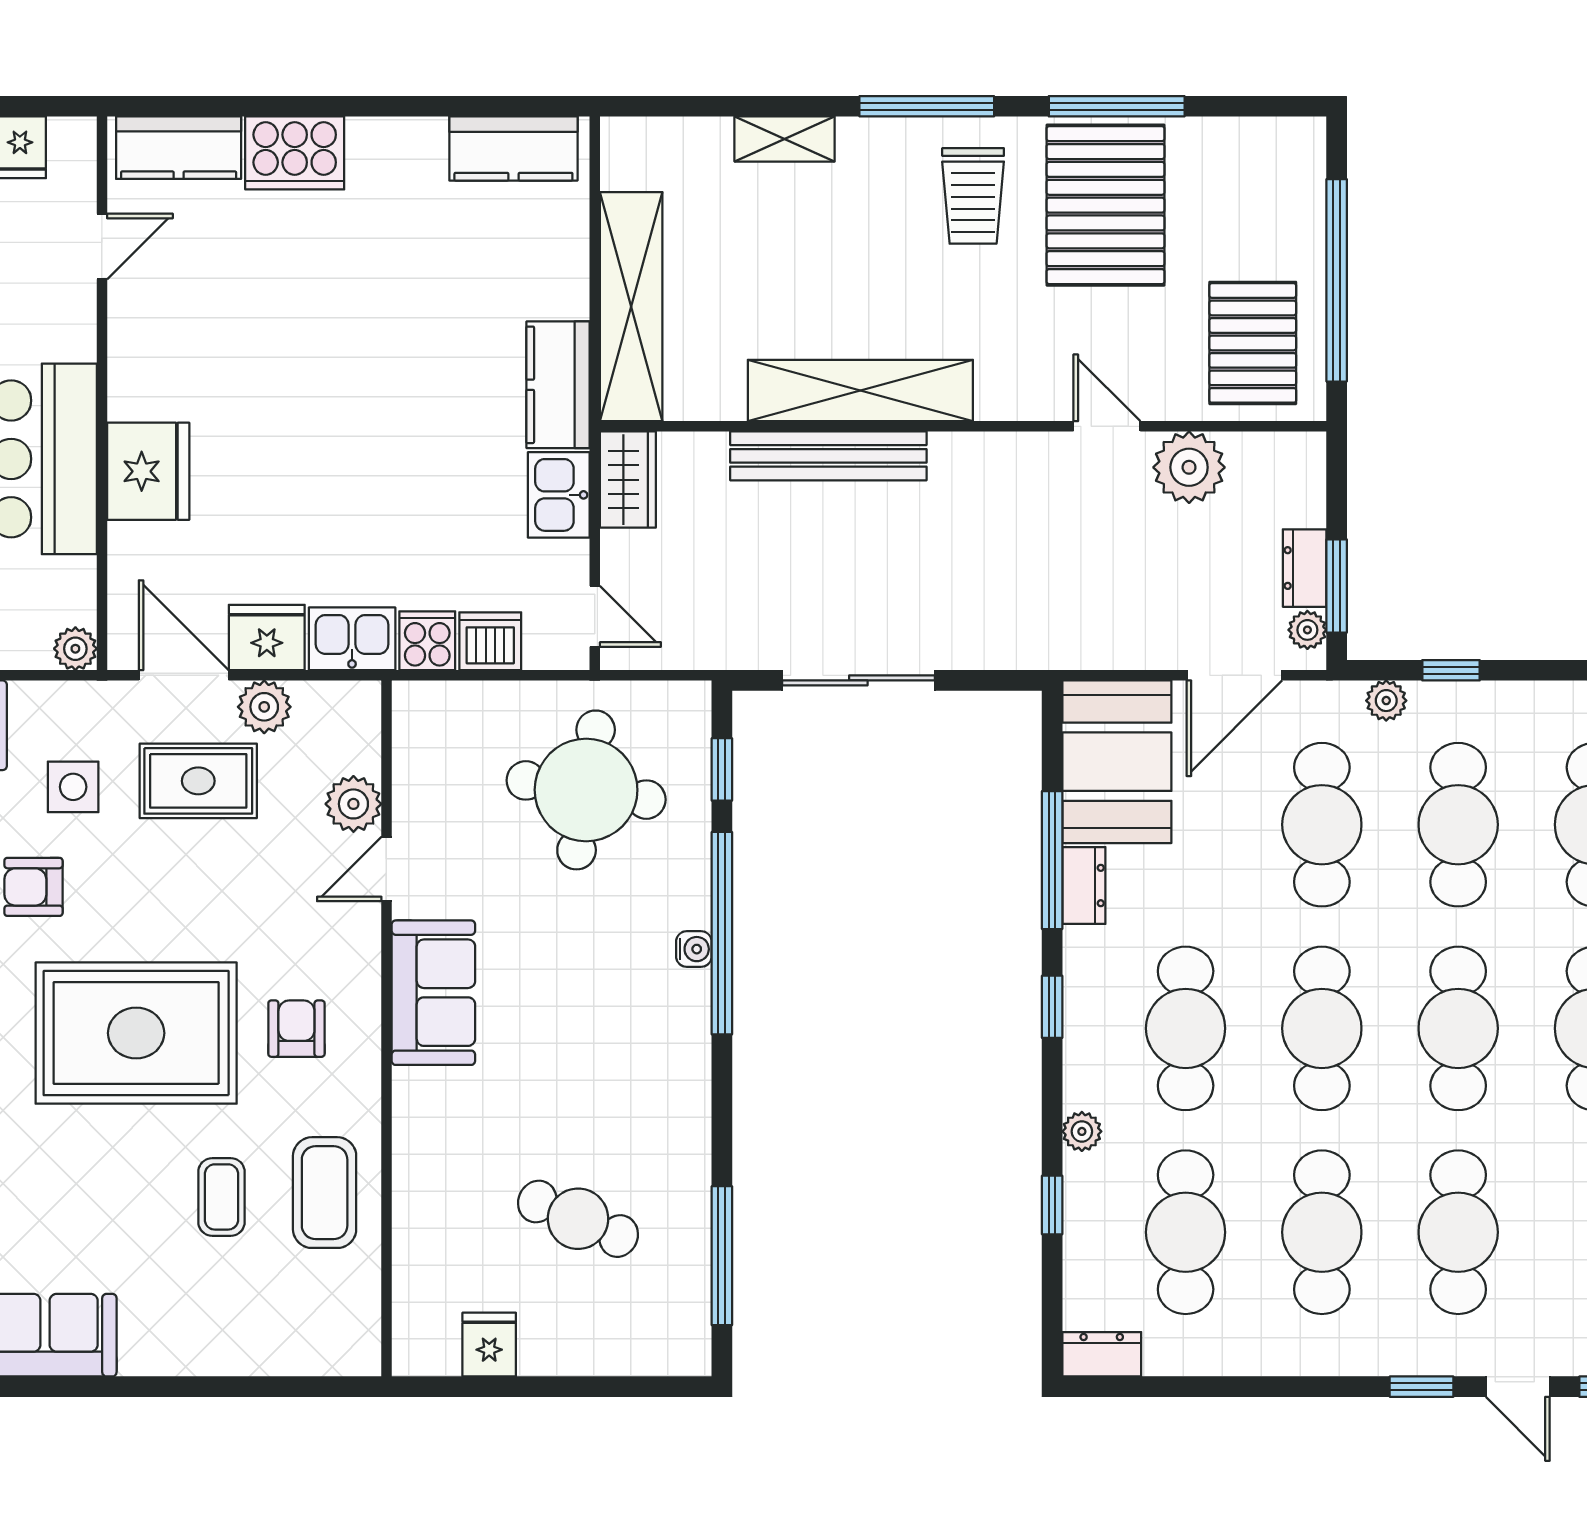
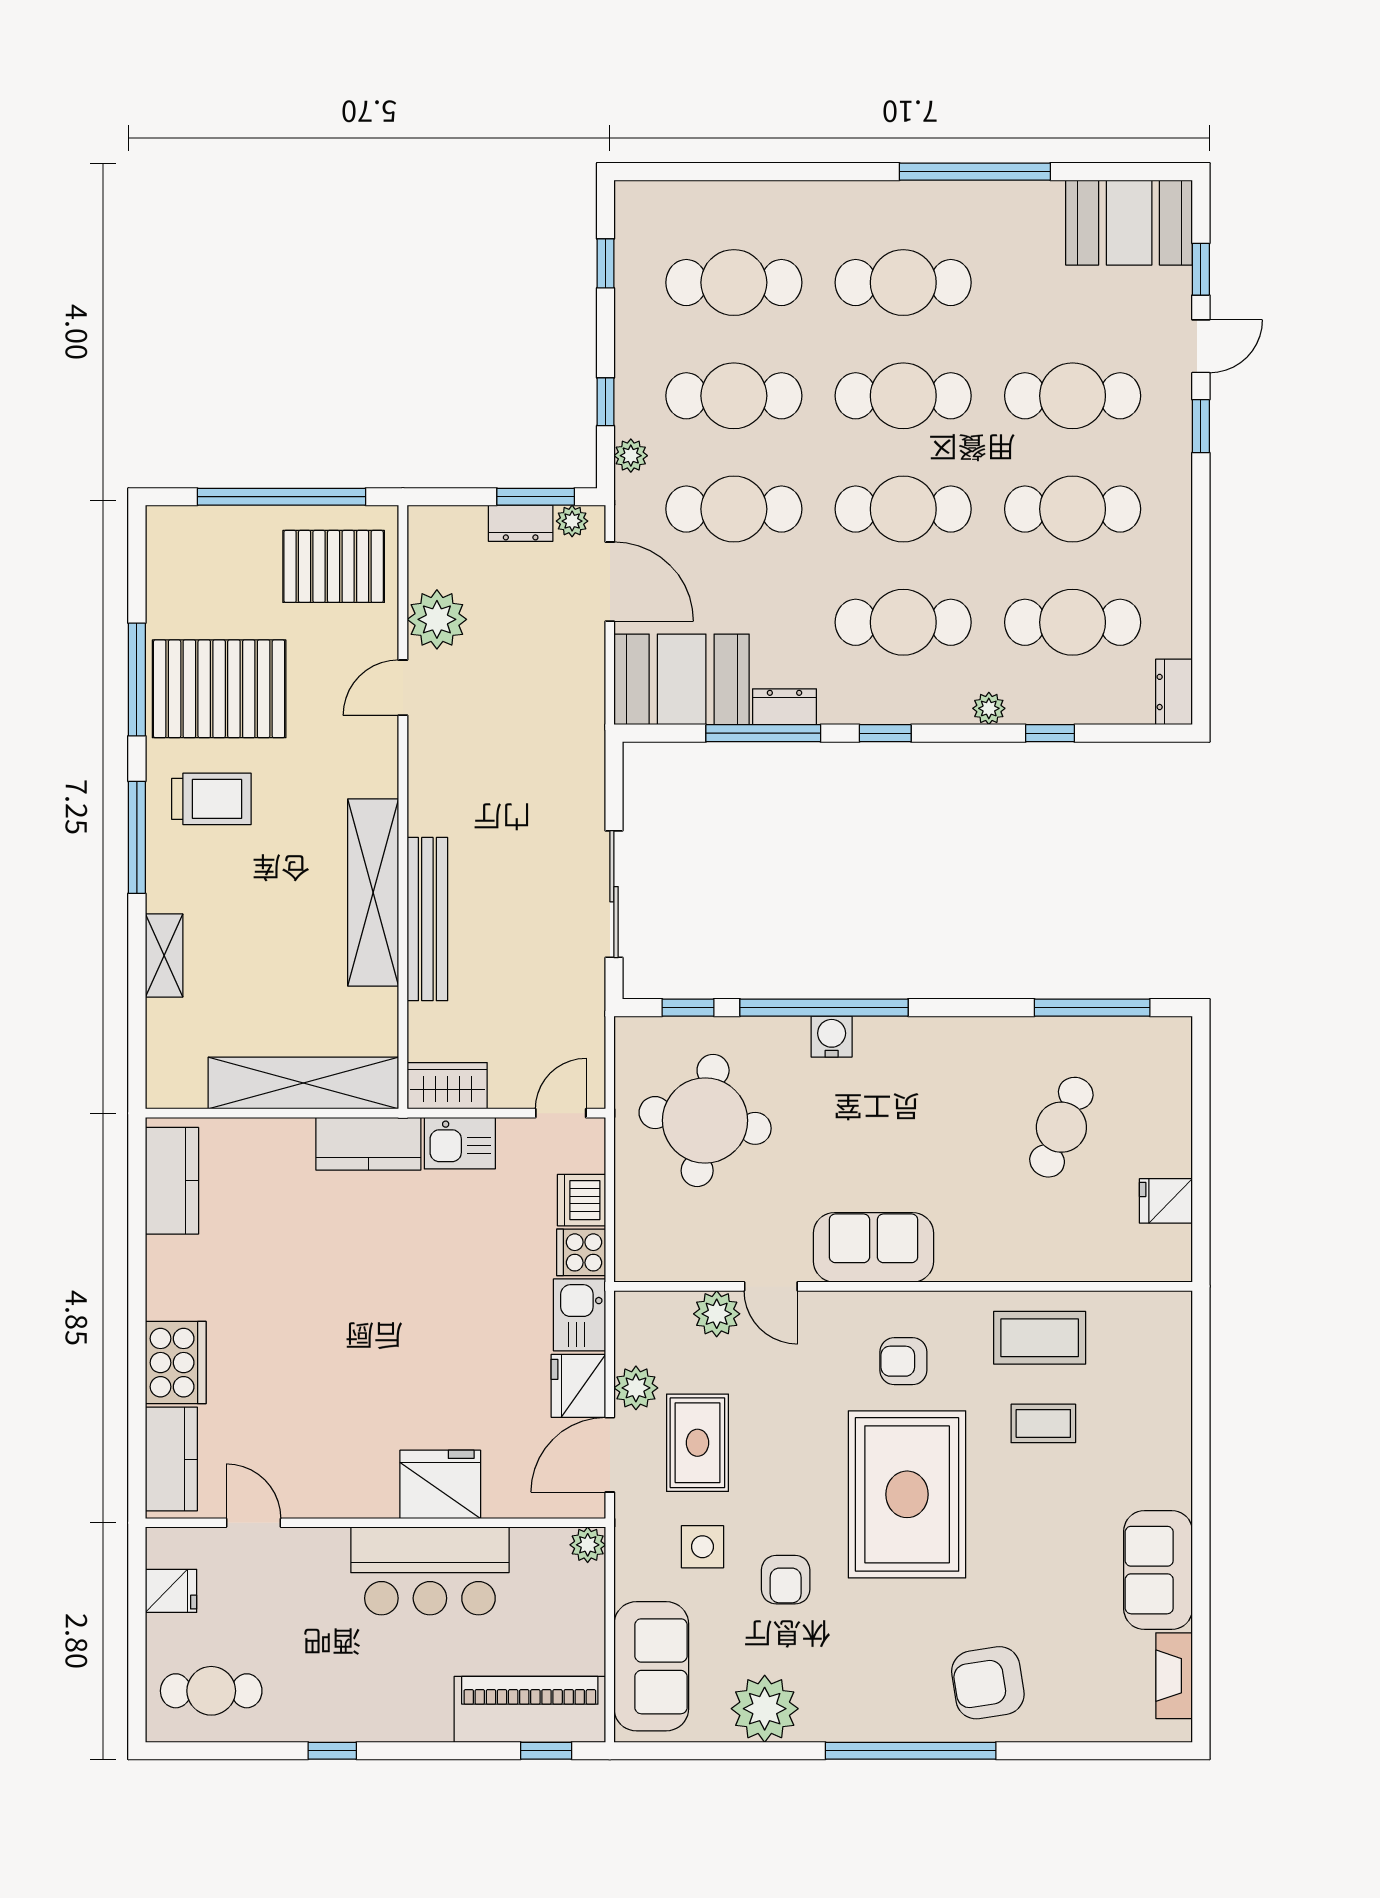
water cooler: (694, 949) -> (832, 1037), width x1.38, depth x1.38

